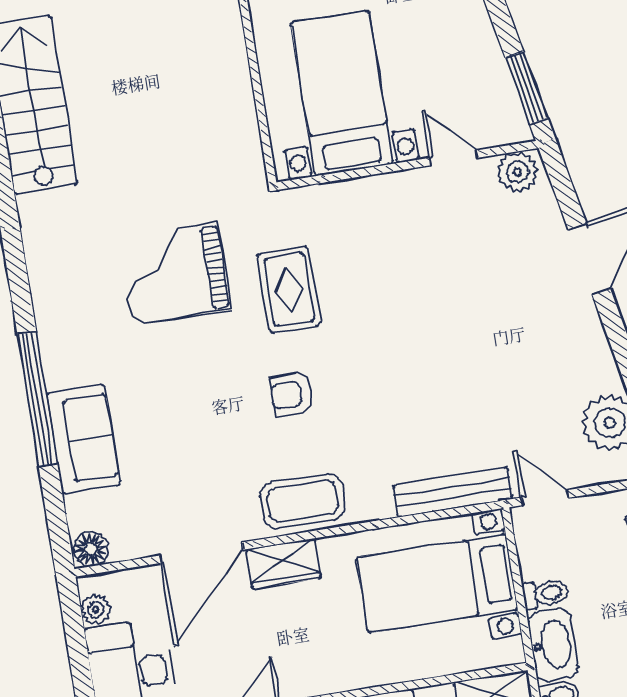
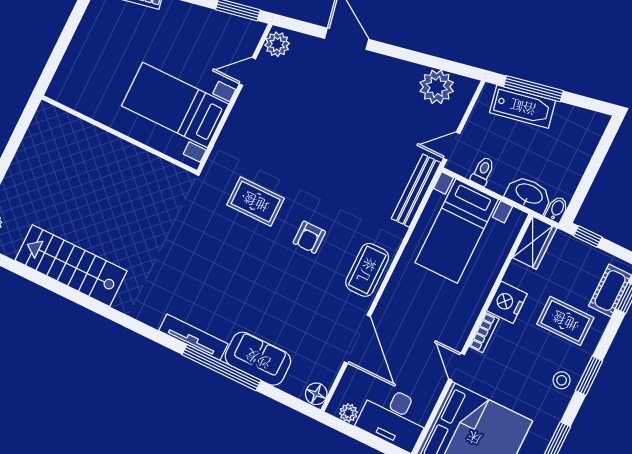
grand piano: (175, 274) -> (207, 254), removed
tv unit: (52, 334) -> (193, 337), added
wardrobe: (284, 564) -> (392, 302), removed
toilet: (546, 594) -> (483, 171), moved

